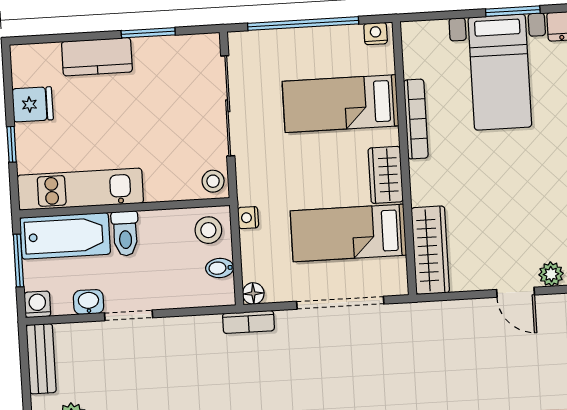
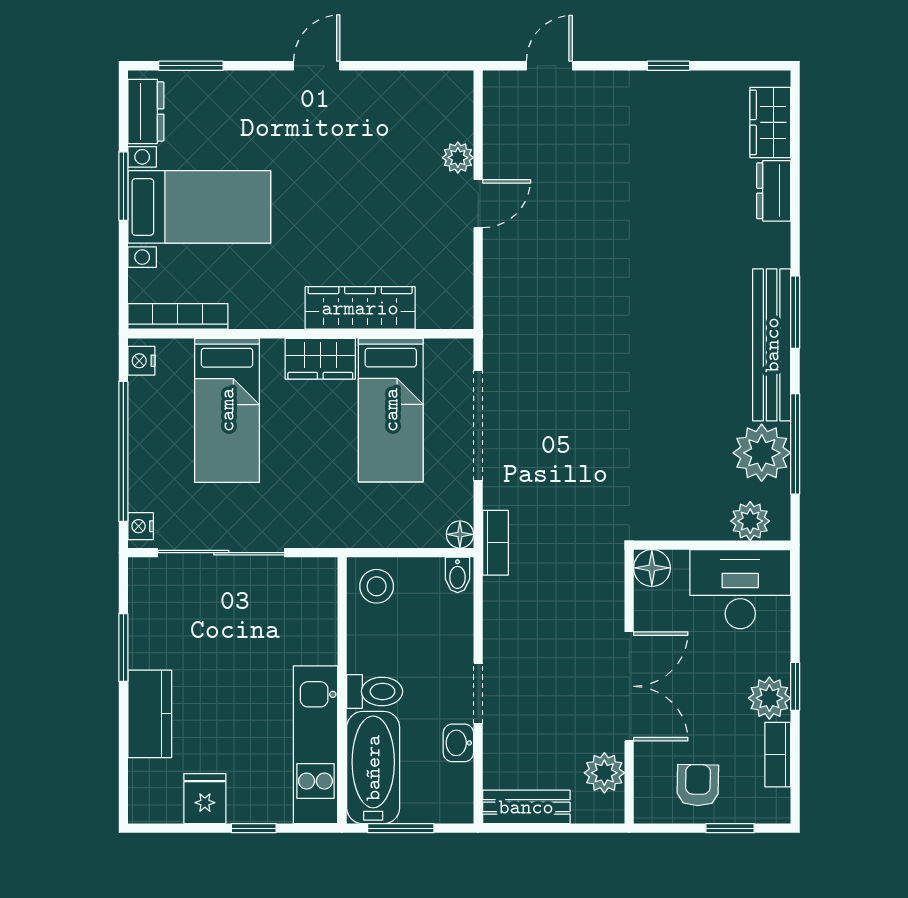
bookcase: (416, 119) -> (178, 316), moved
stool: (213, 181) -> (315, 577), removed
nightstand: (248, 218) -> (141, 526), moved, turned 90
wardrobe: (430, 250) -> (360, 308), moved
bidet: (220, 268) -> (458, 575), moved
washing machine: (37, 304) -> (457, 808), removed

